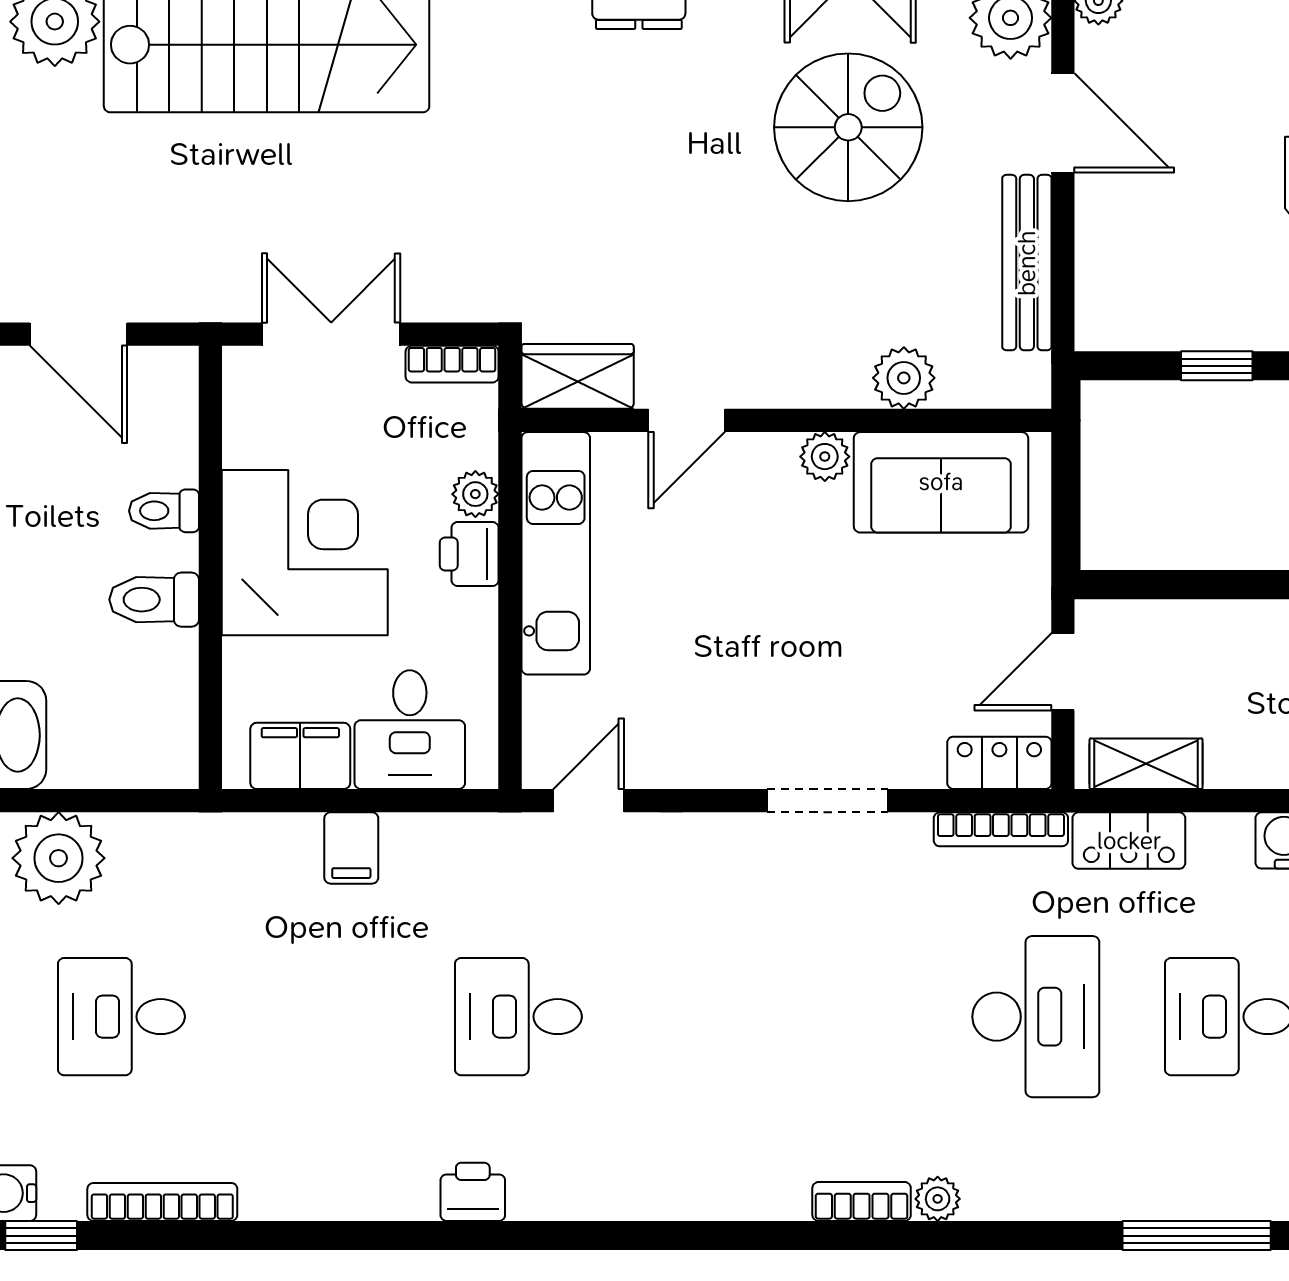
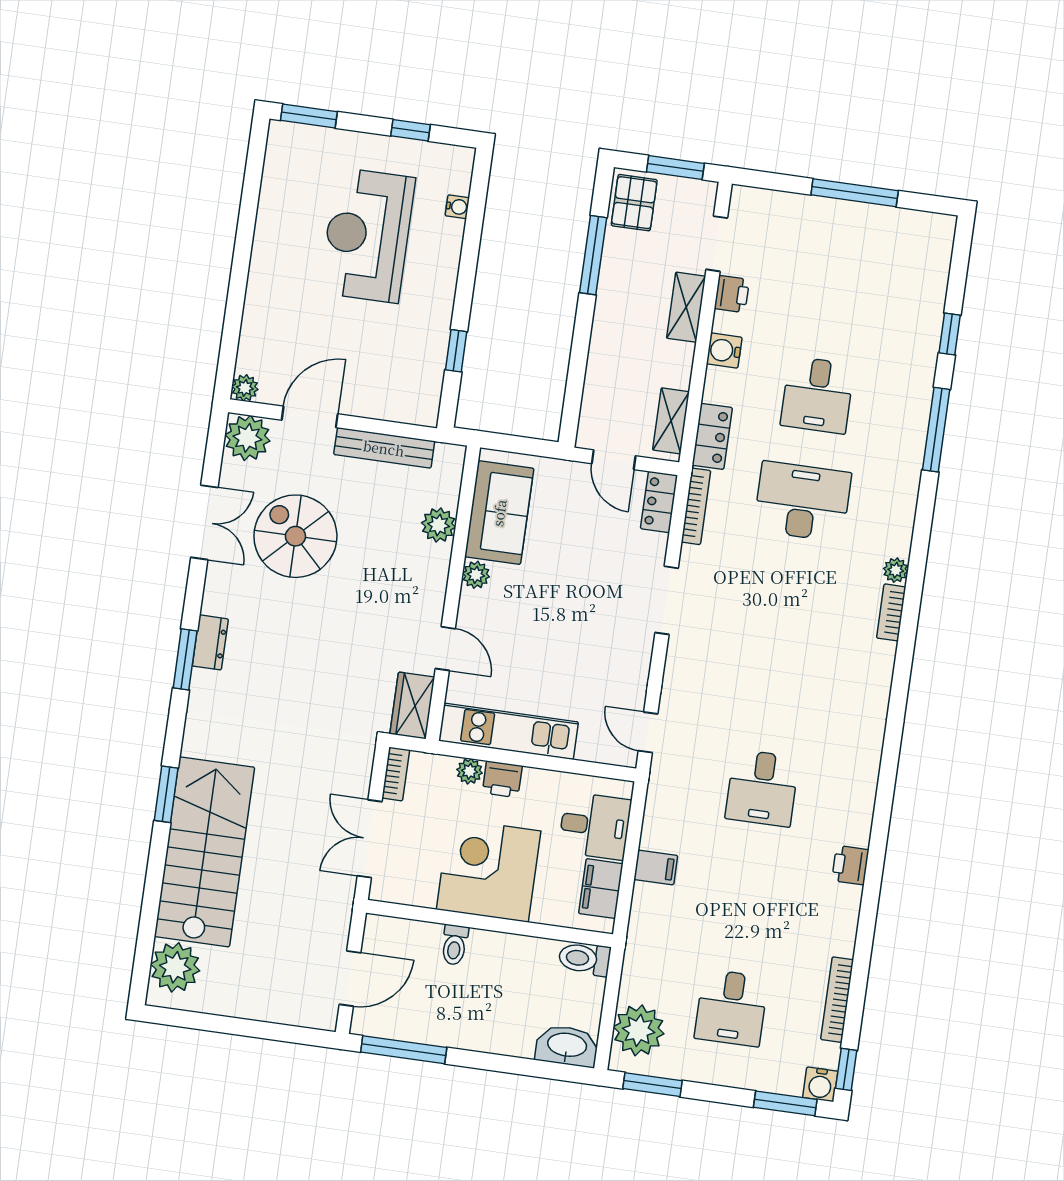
toilet: (154, 600) -> (584, 959), moved, turned 90
printer: (473, 1192) -> (850, 865), moved

